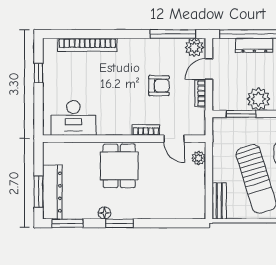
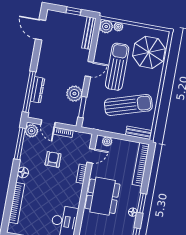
floor lamp: (133, 46) -> (23, 172), added
dining table: (119, 166) -> (103, 196), width x1.38
bookcase: (175, 212) -> (141, 164), added

